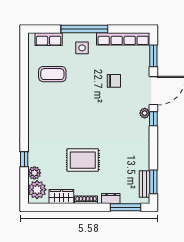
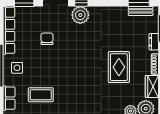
coffee table: (52, 74) -> (41, 95), turned 90
plant: (145, 113) -> (80, 15), width x1.88, depth x1.88

